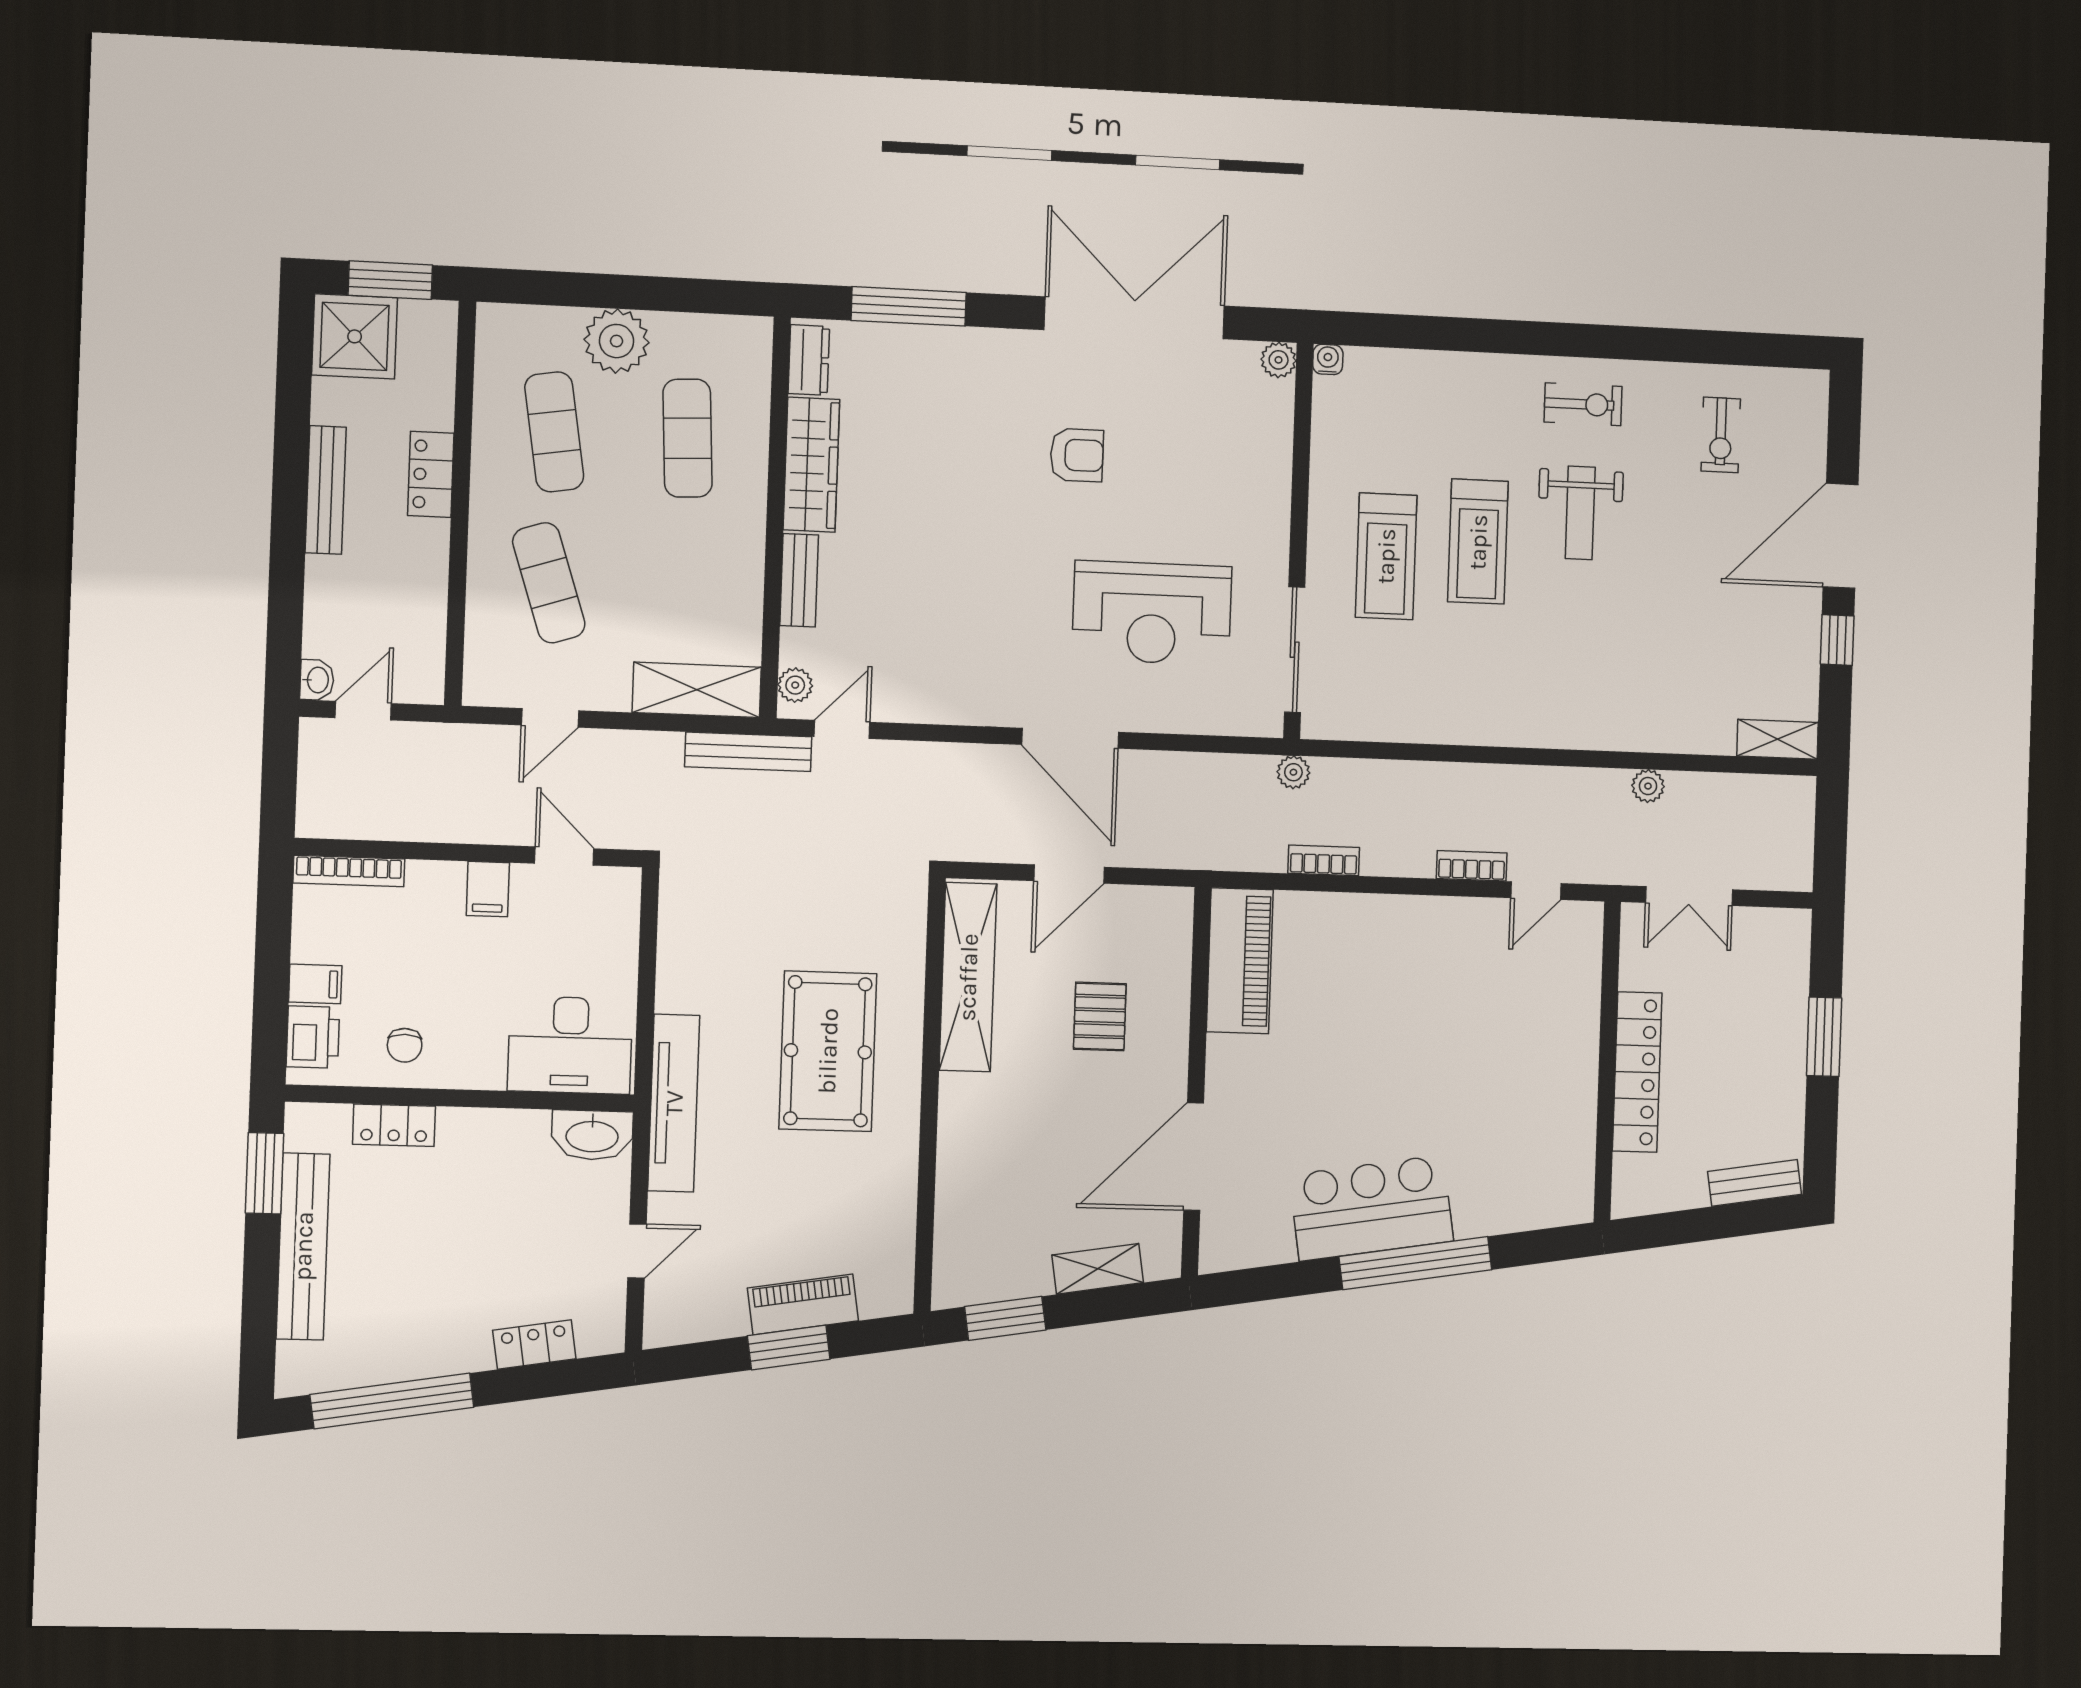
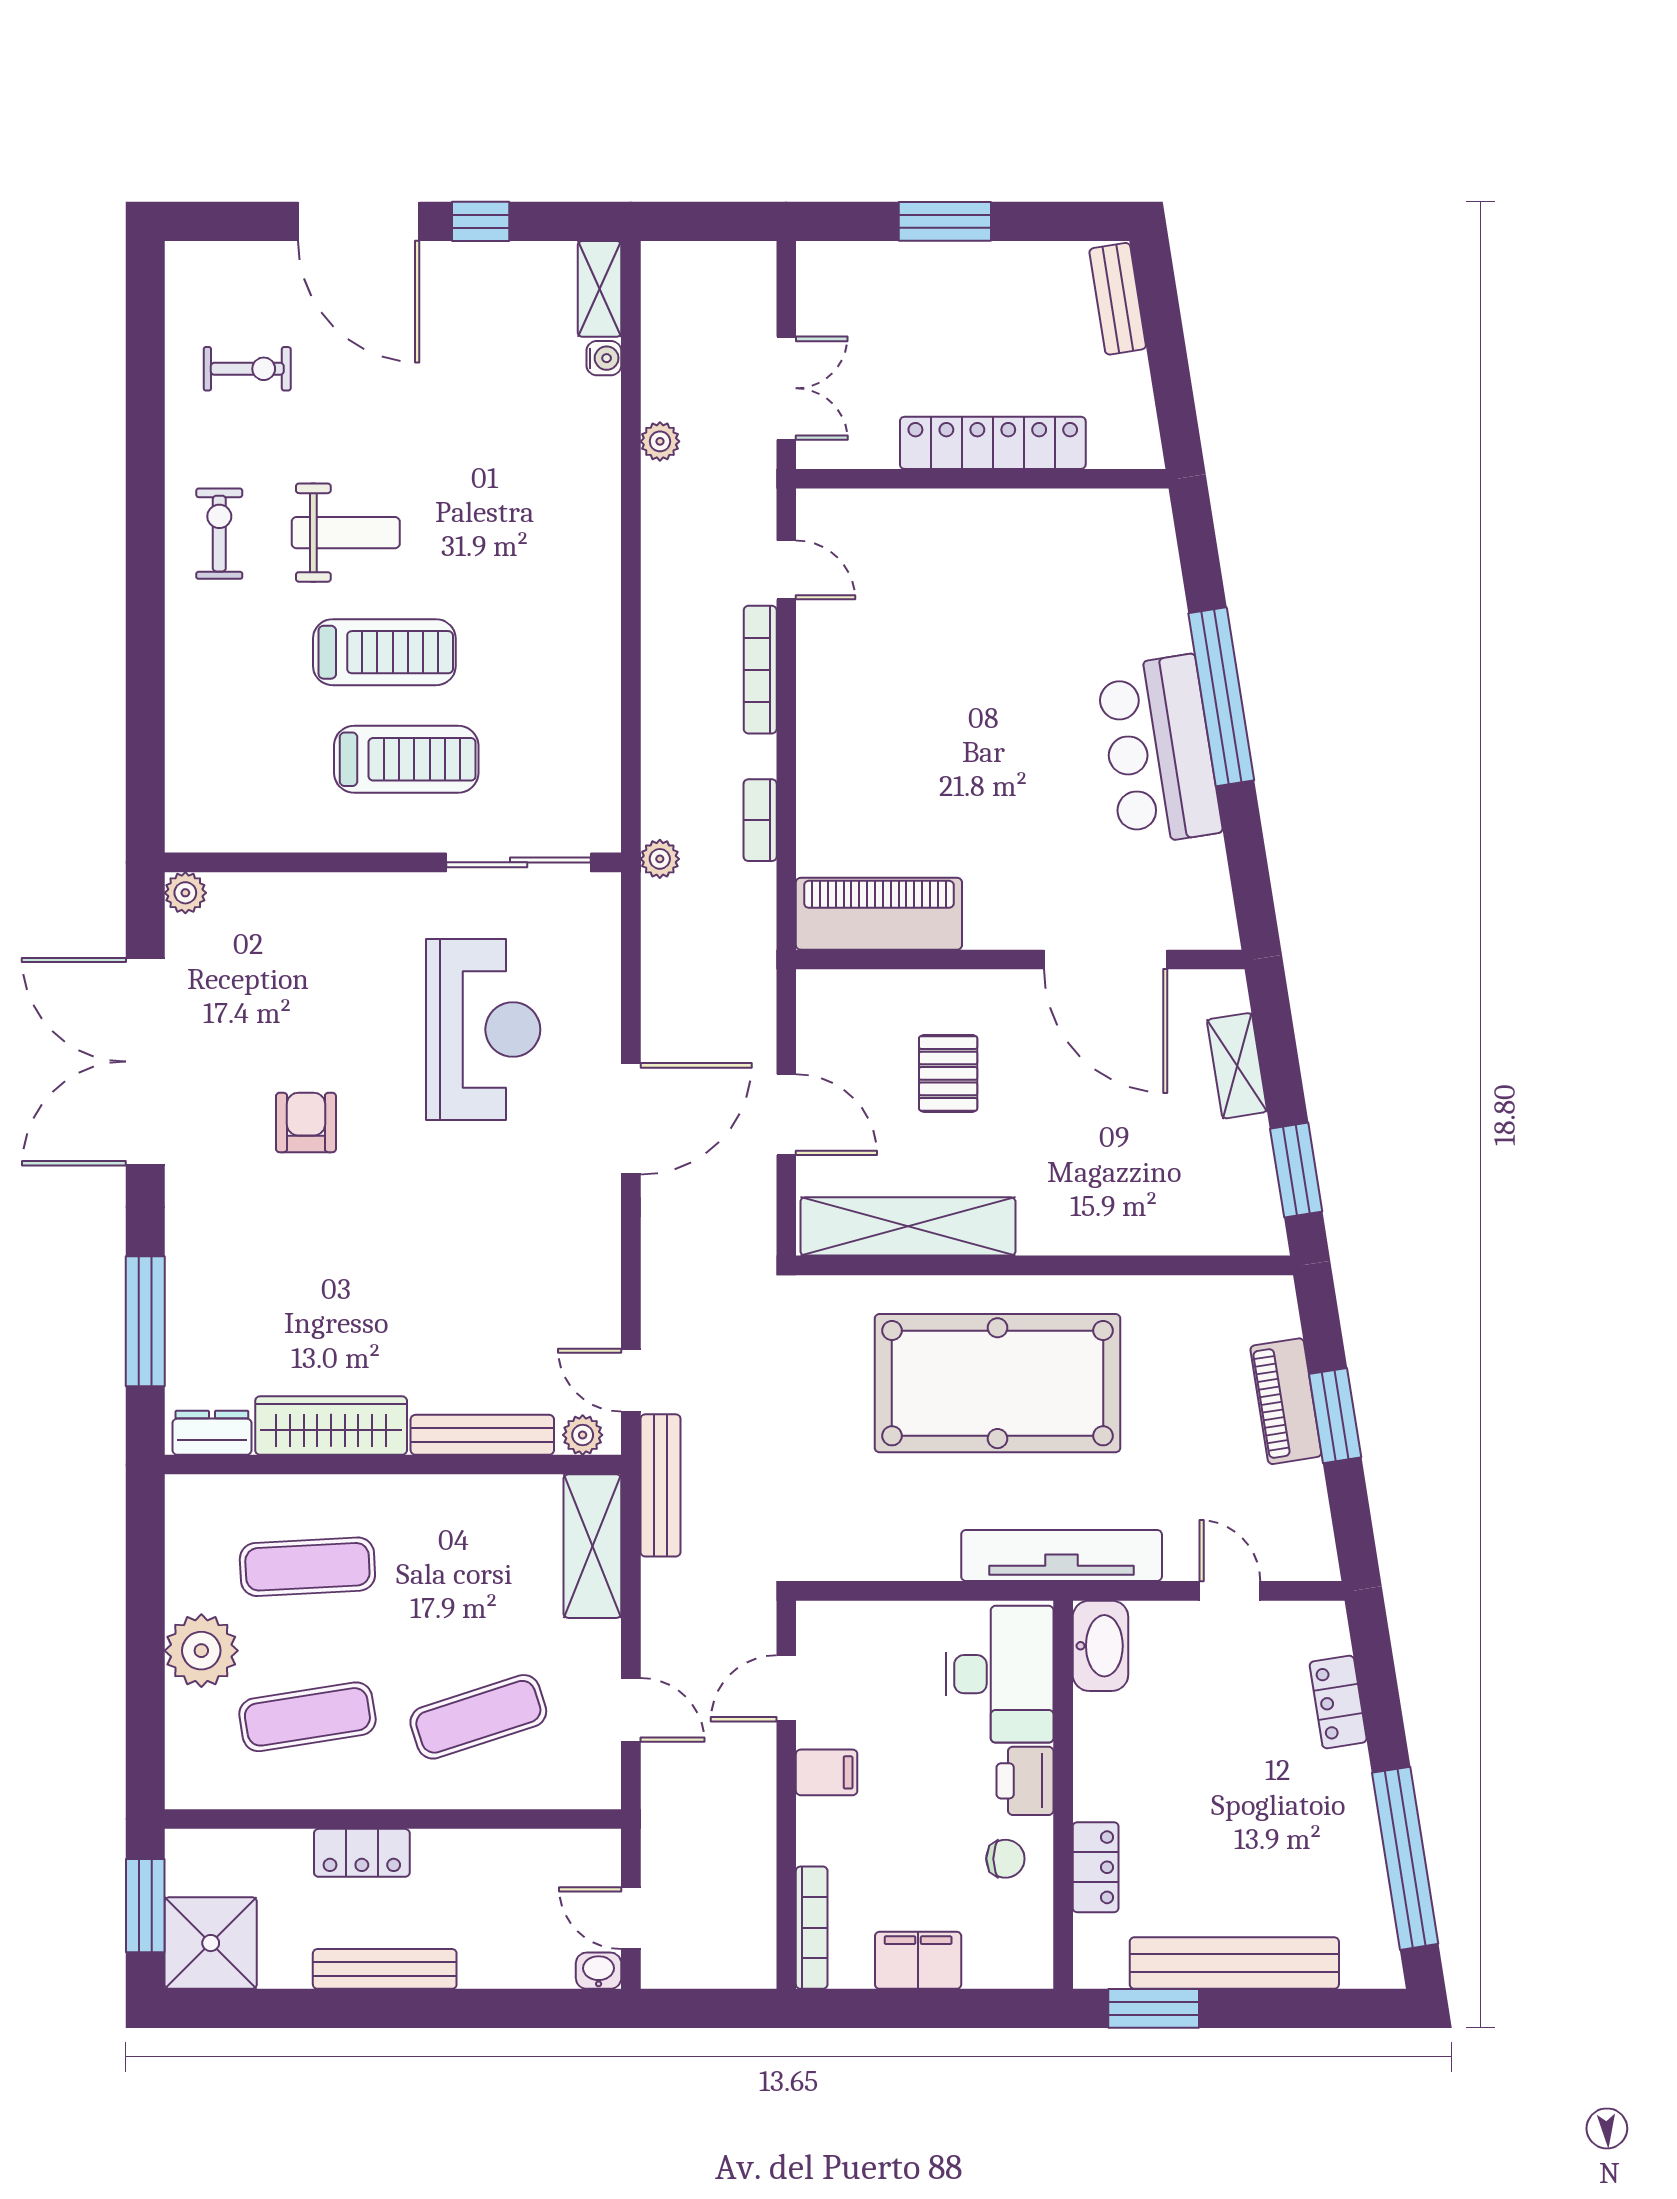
water cooler: (1328, 359) -> (604, 358), moved, turned 180
bench: (799, 580) -> (482, 1435), width x1.36
bookcase: (1472, 866) -> (760, 670), width x1.56
filing cabinet: (315, 984) -> (918, 1960), width x2.00
pallet: (1100, 1016) -> (948, 1073), turned 90
printer: (313, 1037) -> (1025, 1781), moved, turned -90
pool table: (828, 1051) -> (998, 1383), width x1.36, depth x1.32

